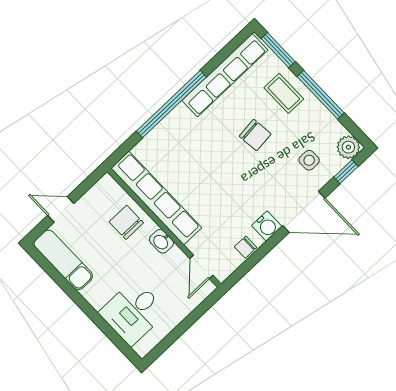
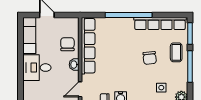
desk: (133, 312) -> (37, 68), moved

